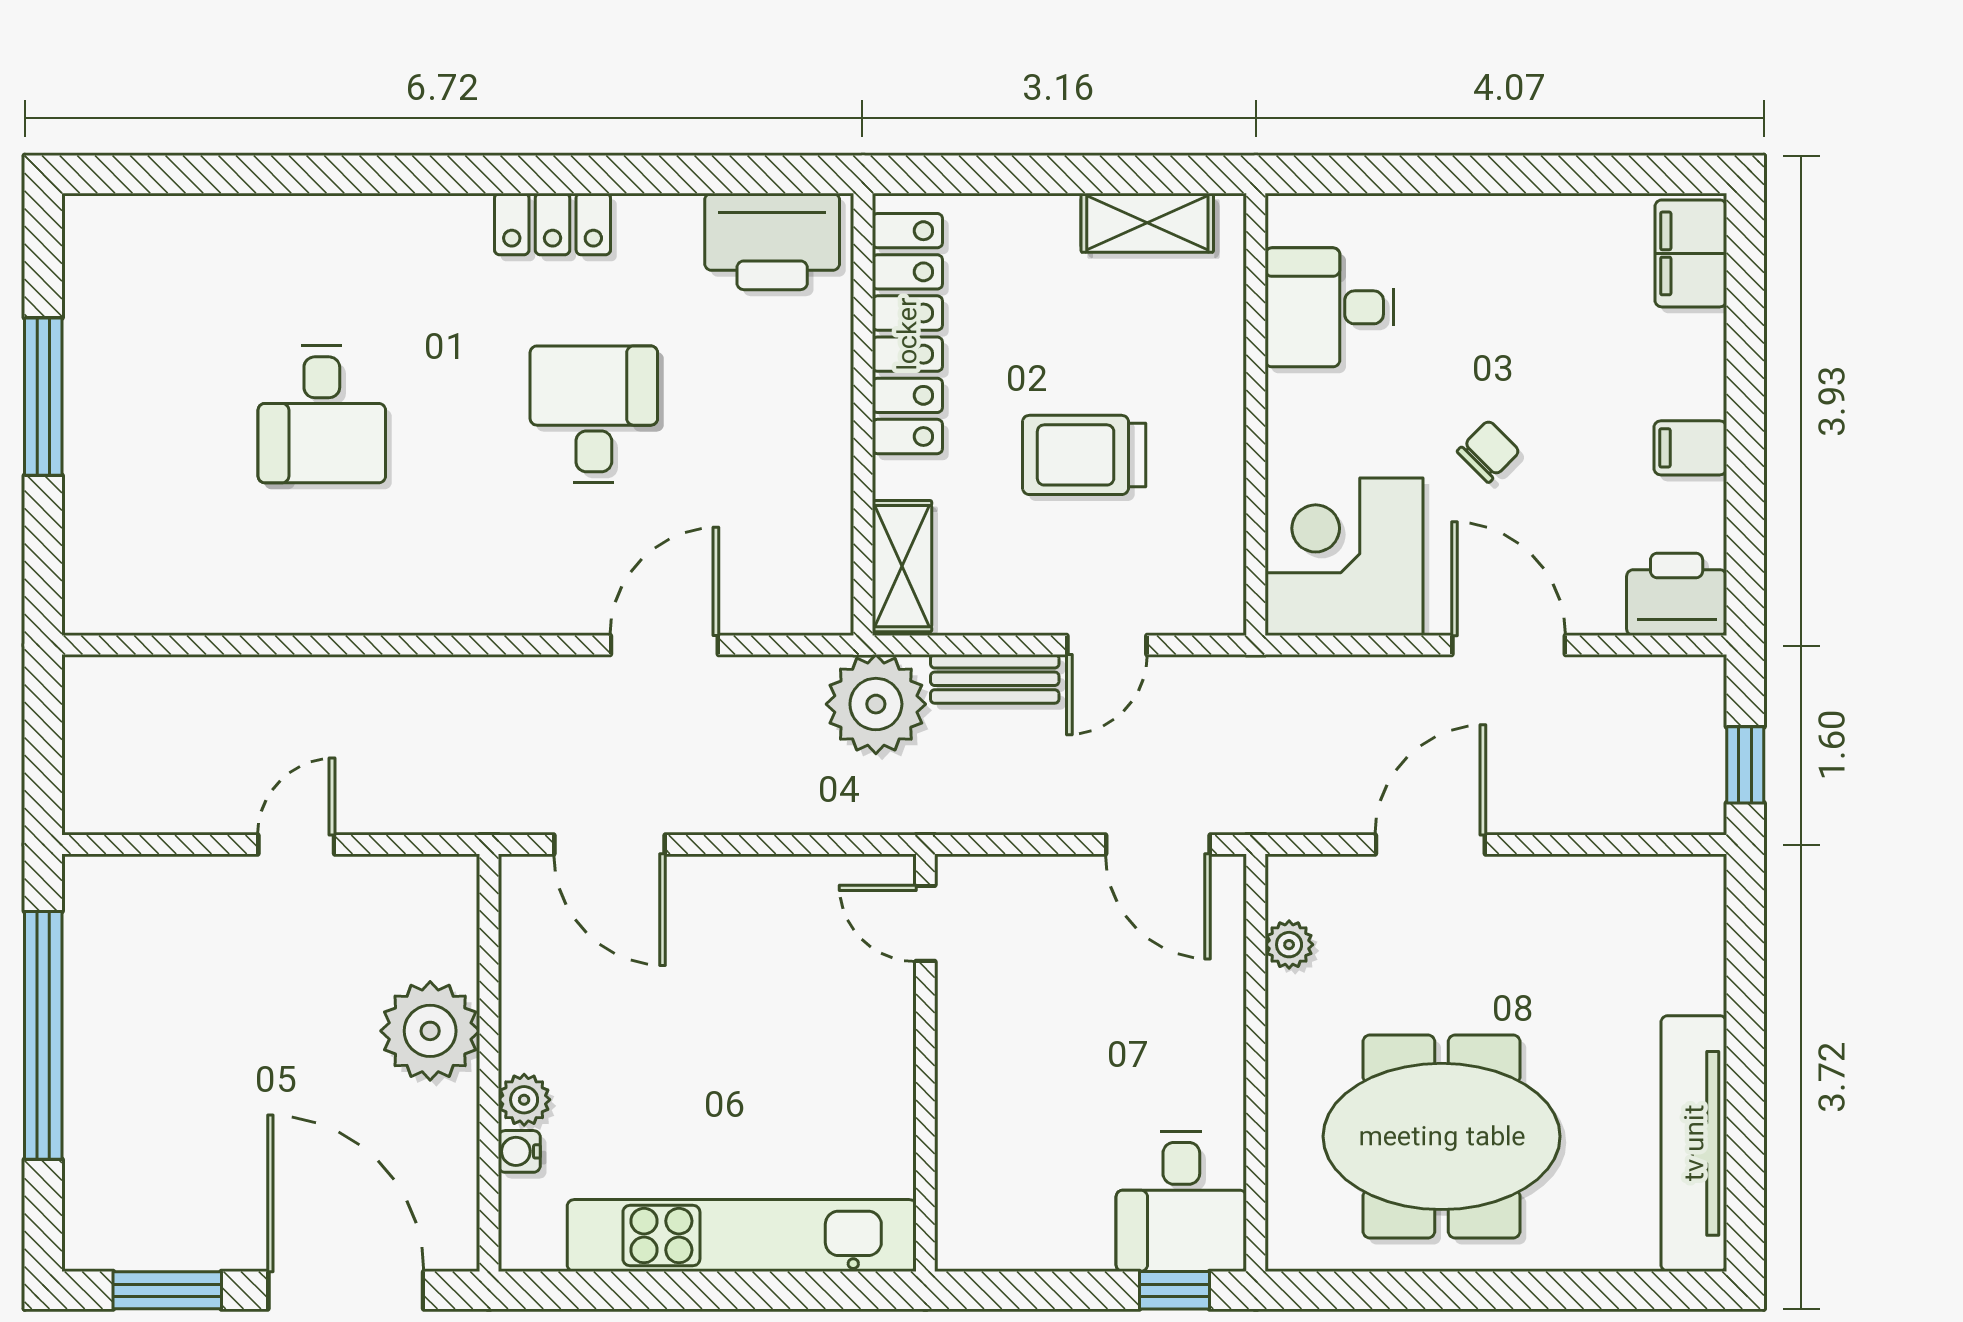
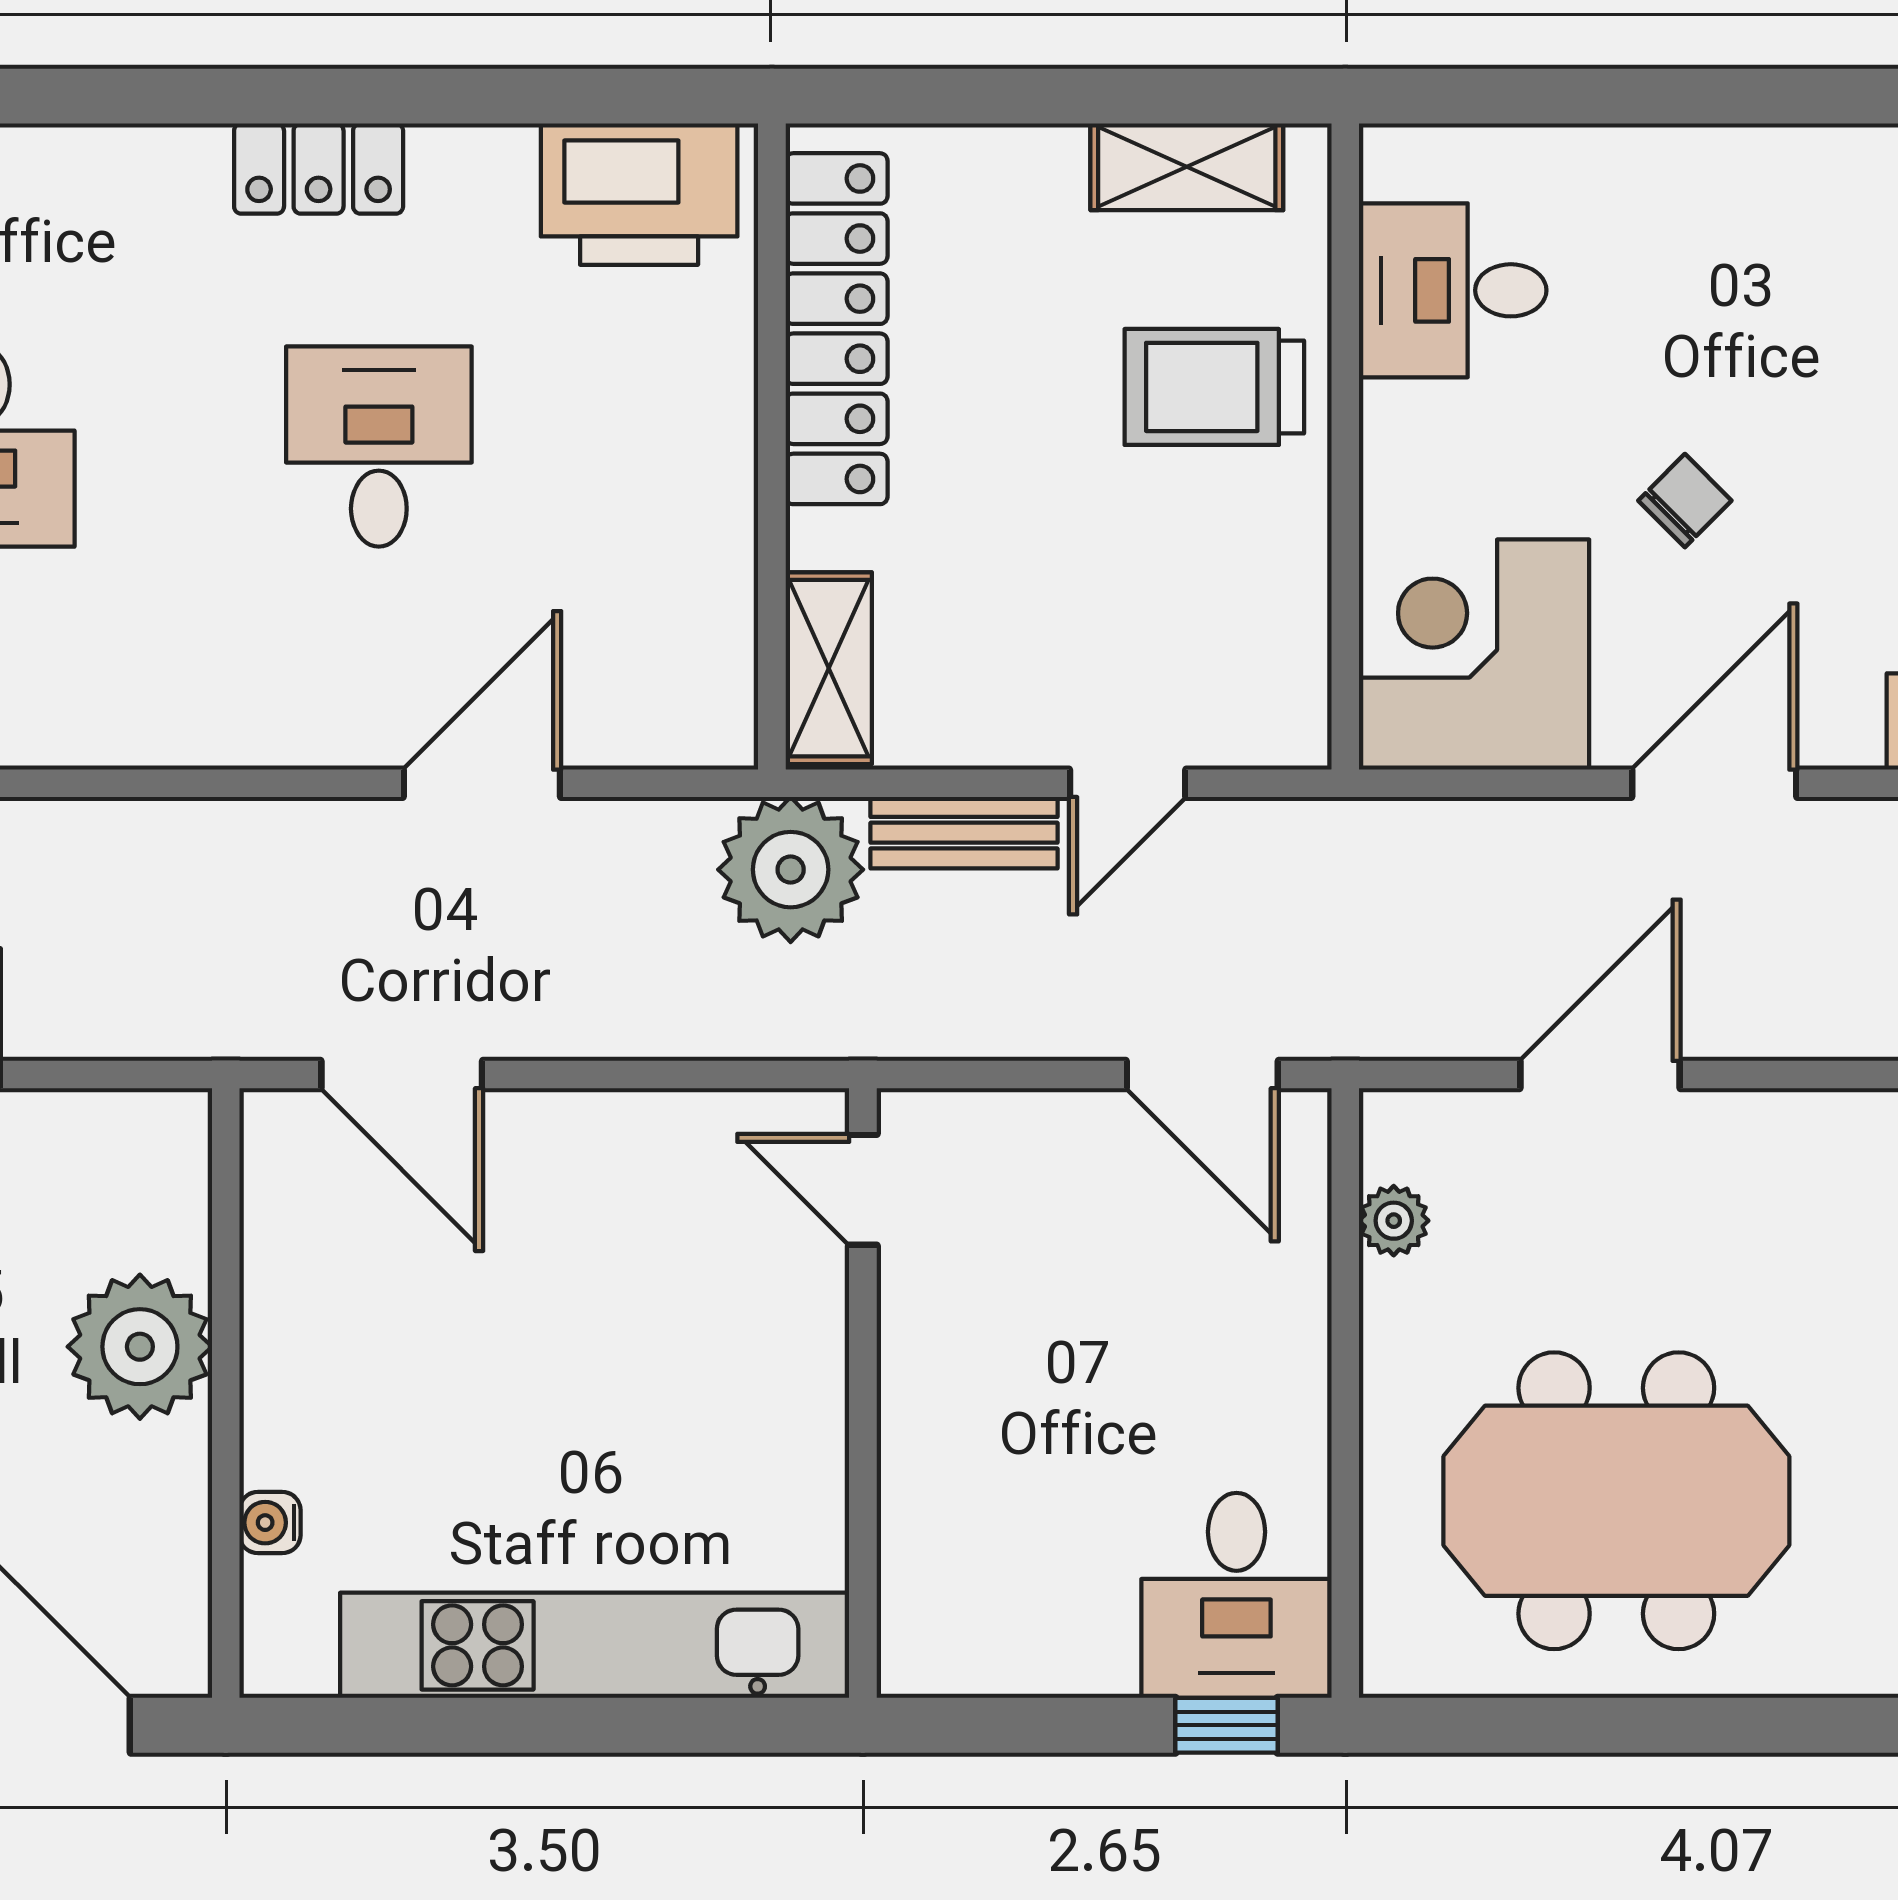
trolley: (1084, 455) -> (1214, 387), moved
door: (1509, 645) -> (1714, 783), hinge flipped
plant: (524, 1100) -> (277, 1447), removed

